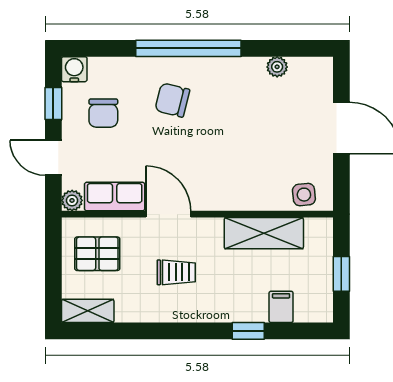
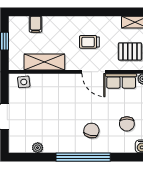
chair: (172, 100) -> (91, 131), turned -93
chair: (103, 113) -> (127, 124), turned 180
window: (248, 331) -> (52, 12), removed

